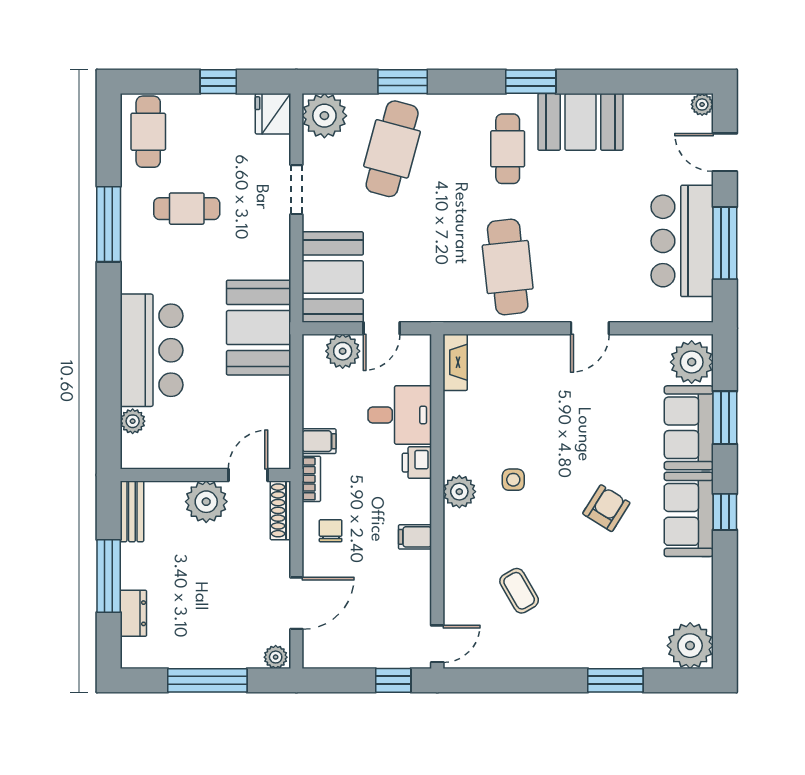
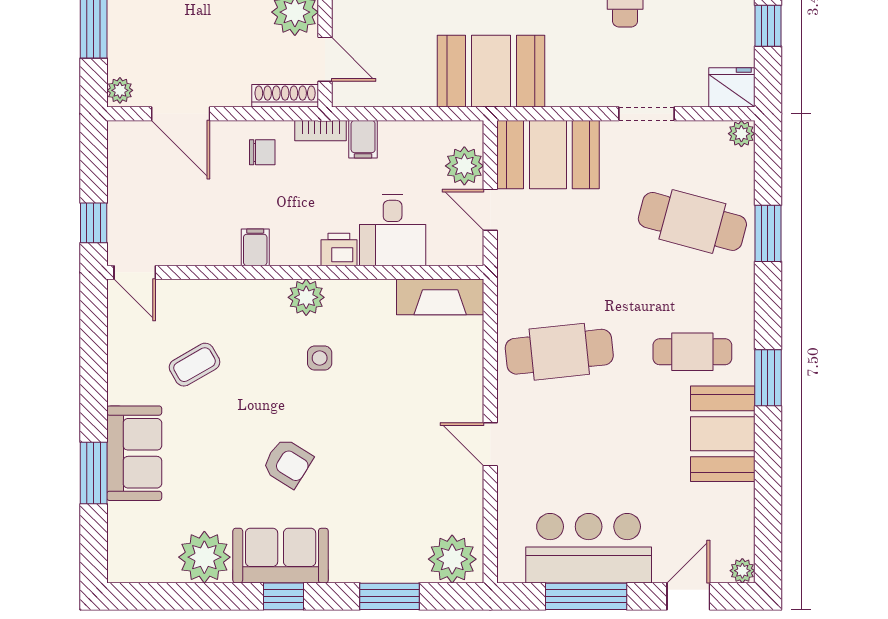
plant: (324, 116) -> (741, 134), width x0.53, depth x0.53
fireplace: (455, 362) -> (440, 297), width x1.37, depth x1.32
sofa: (689, 428) -> (134, 453), moved, turned 90
plant: (690, 646) -> (204, 557), moved

